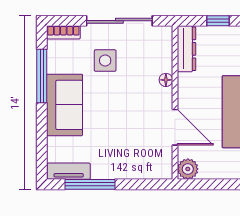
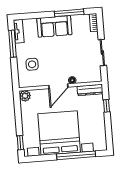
sliding door: (119, 21) -> (102, 52), width x0.73
side table: (105, 61) -> (32, 64), moved
door: (175, 127) -> (58, 86), moved

